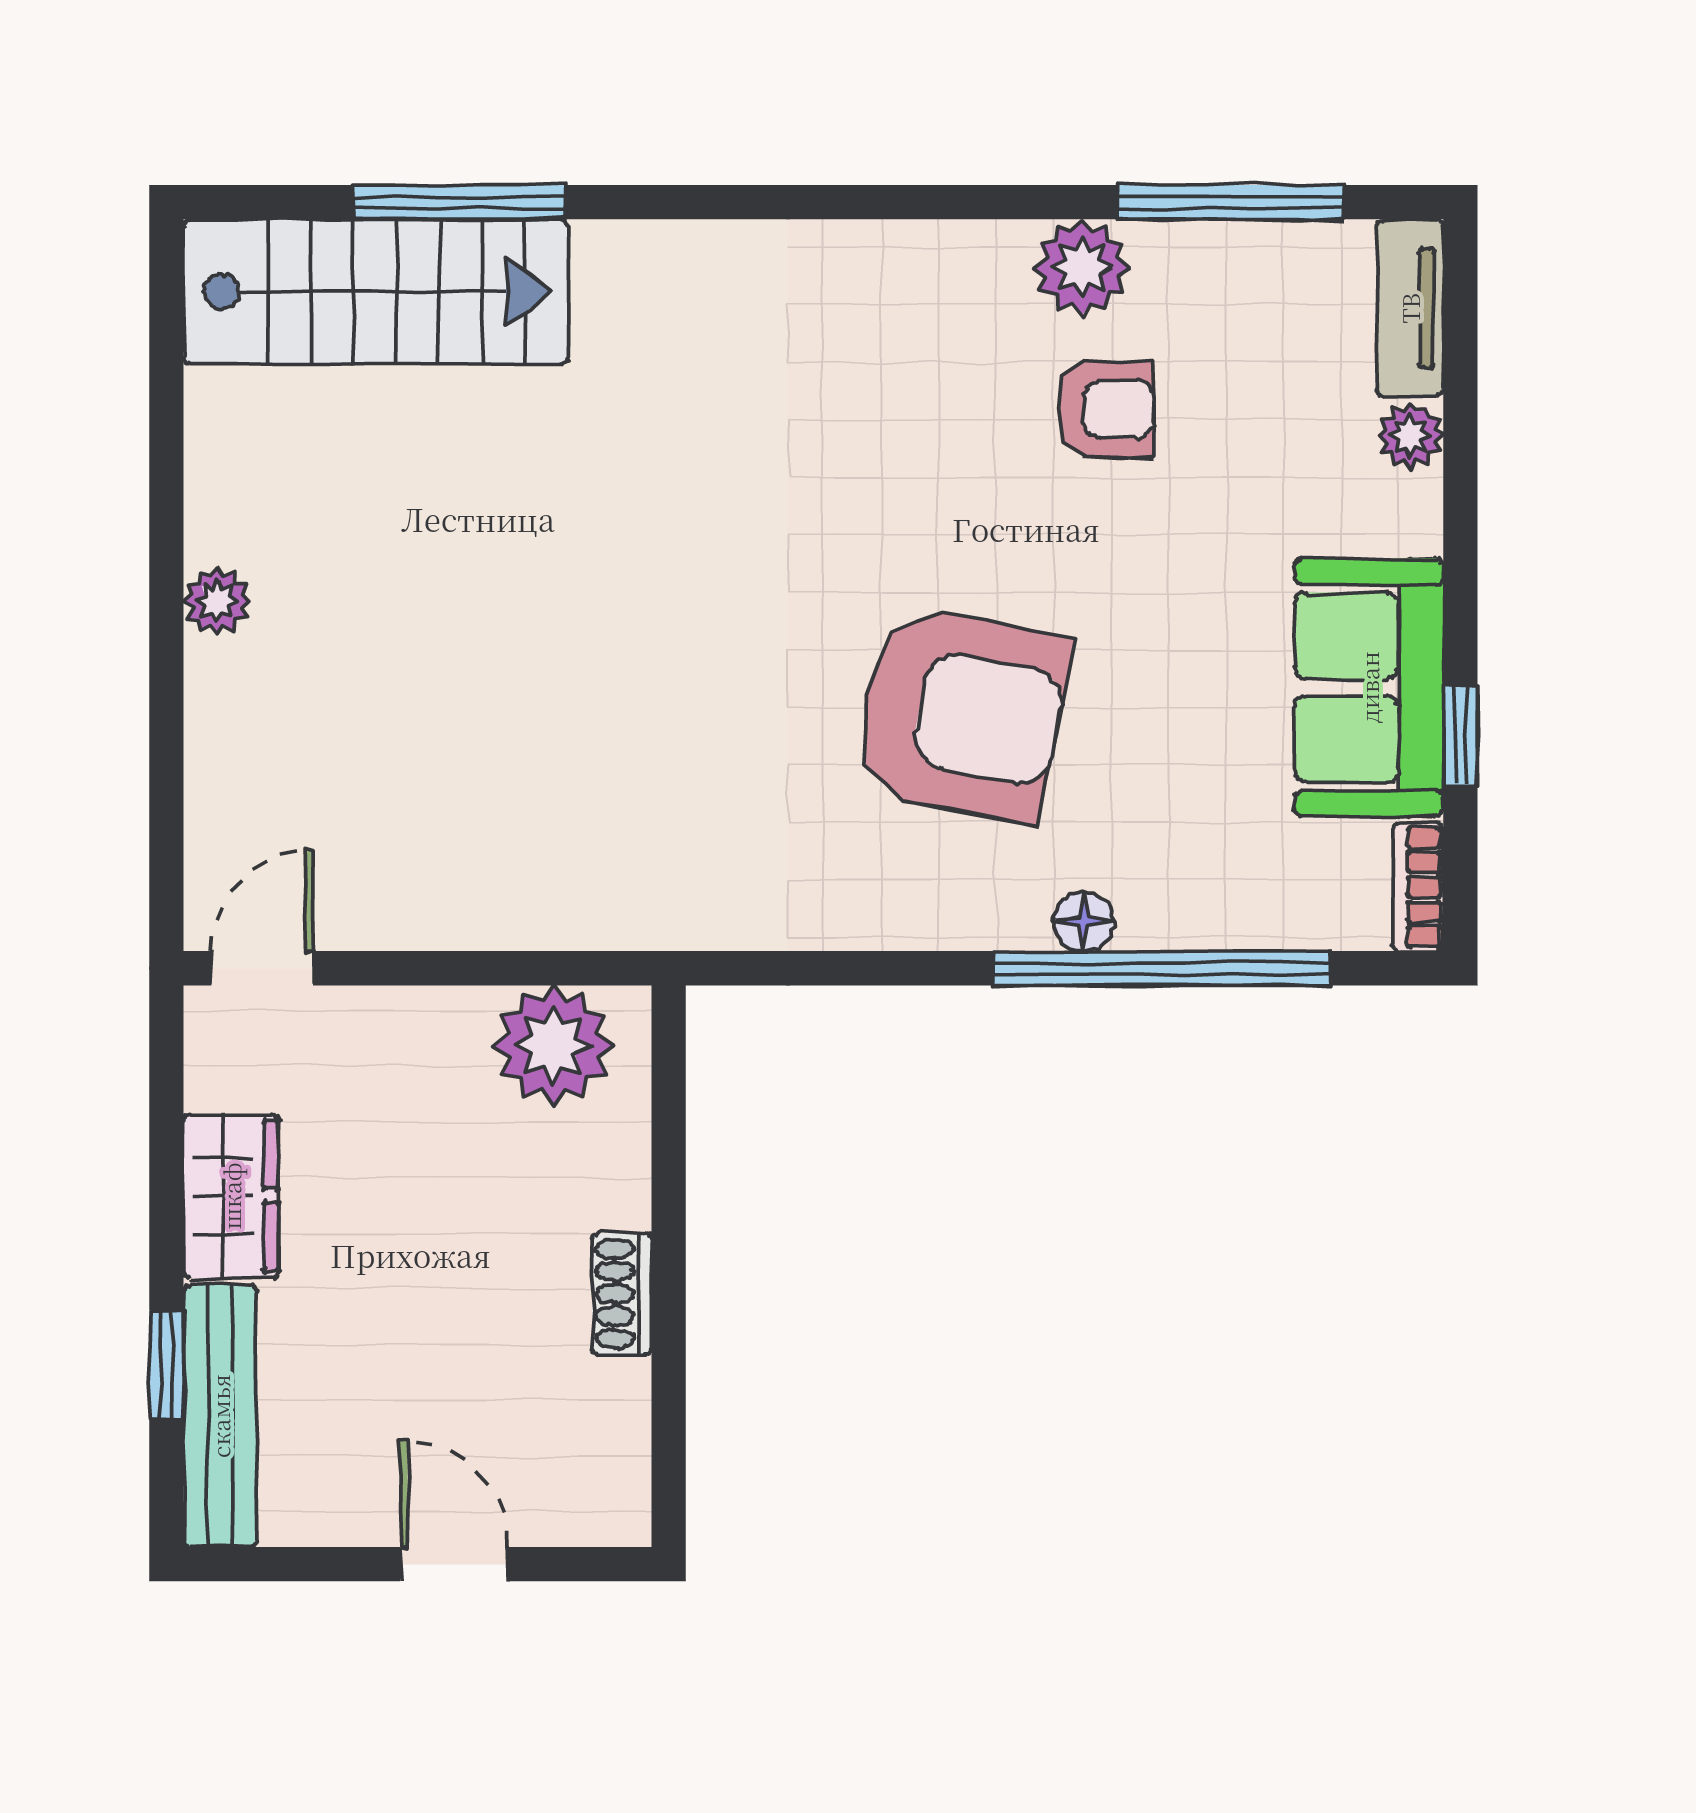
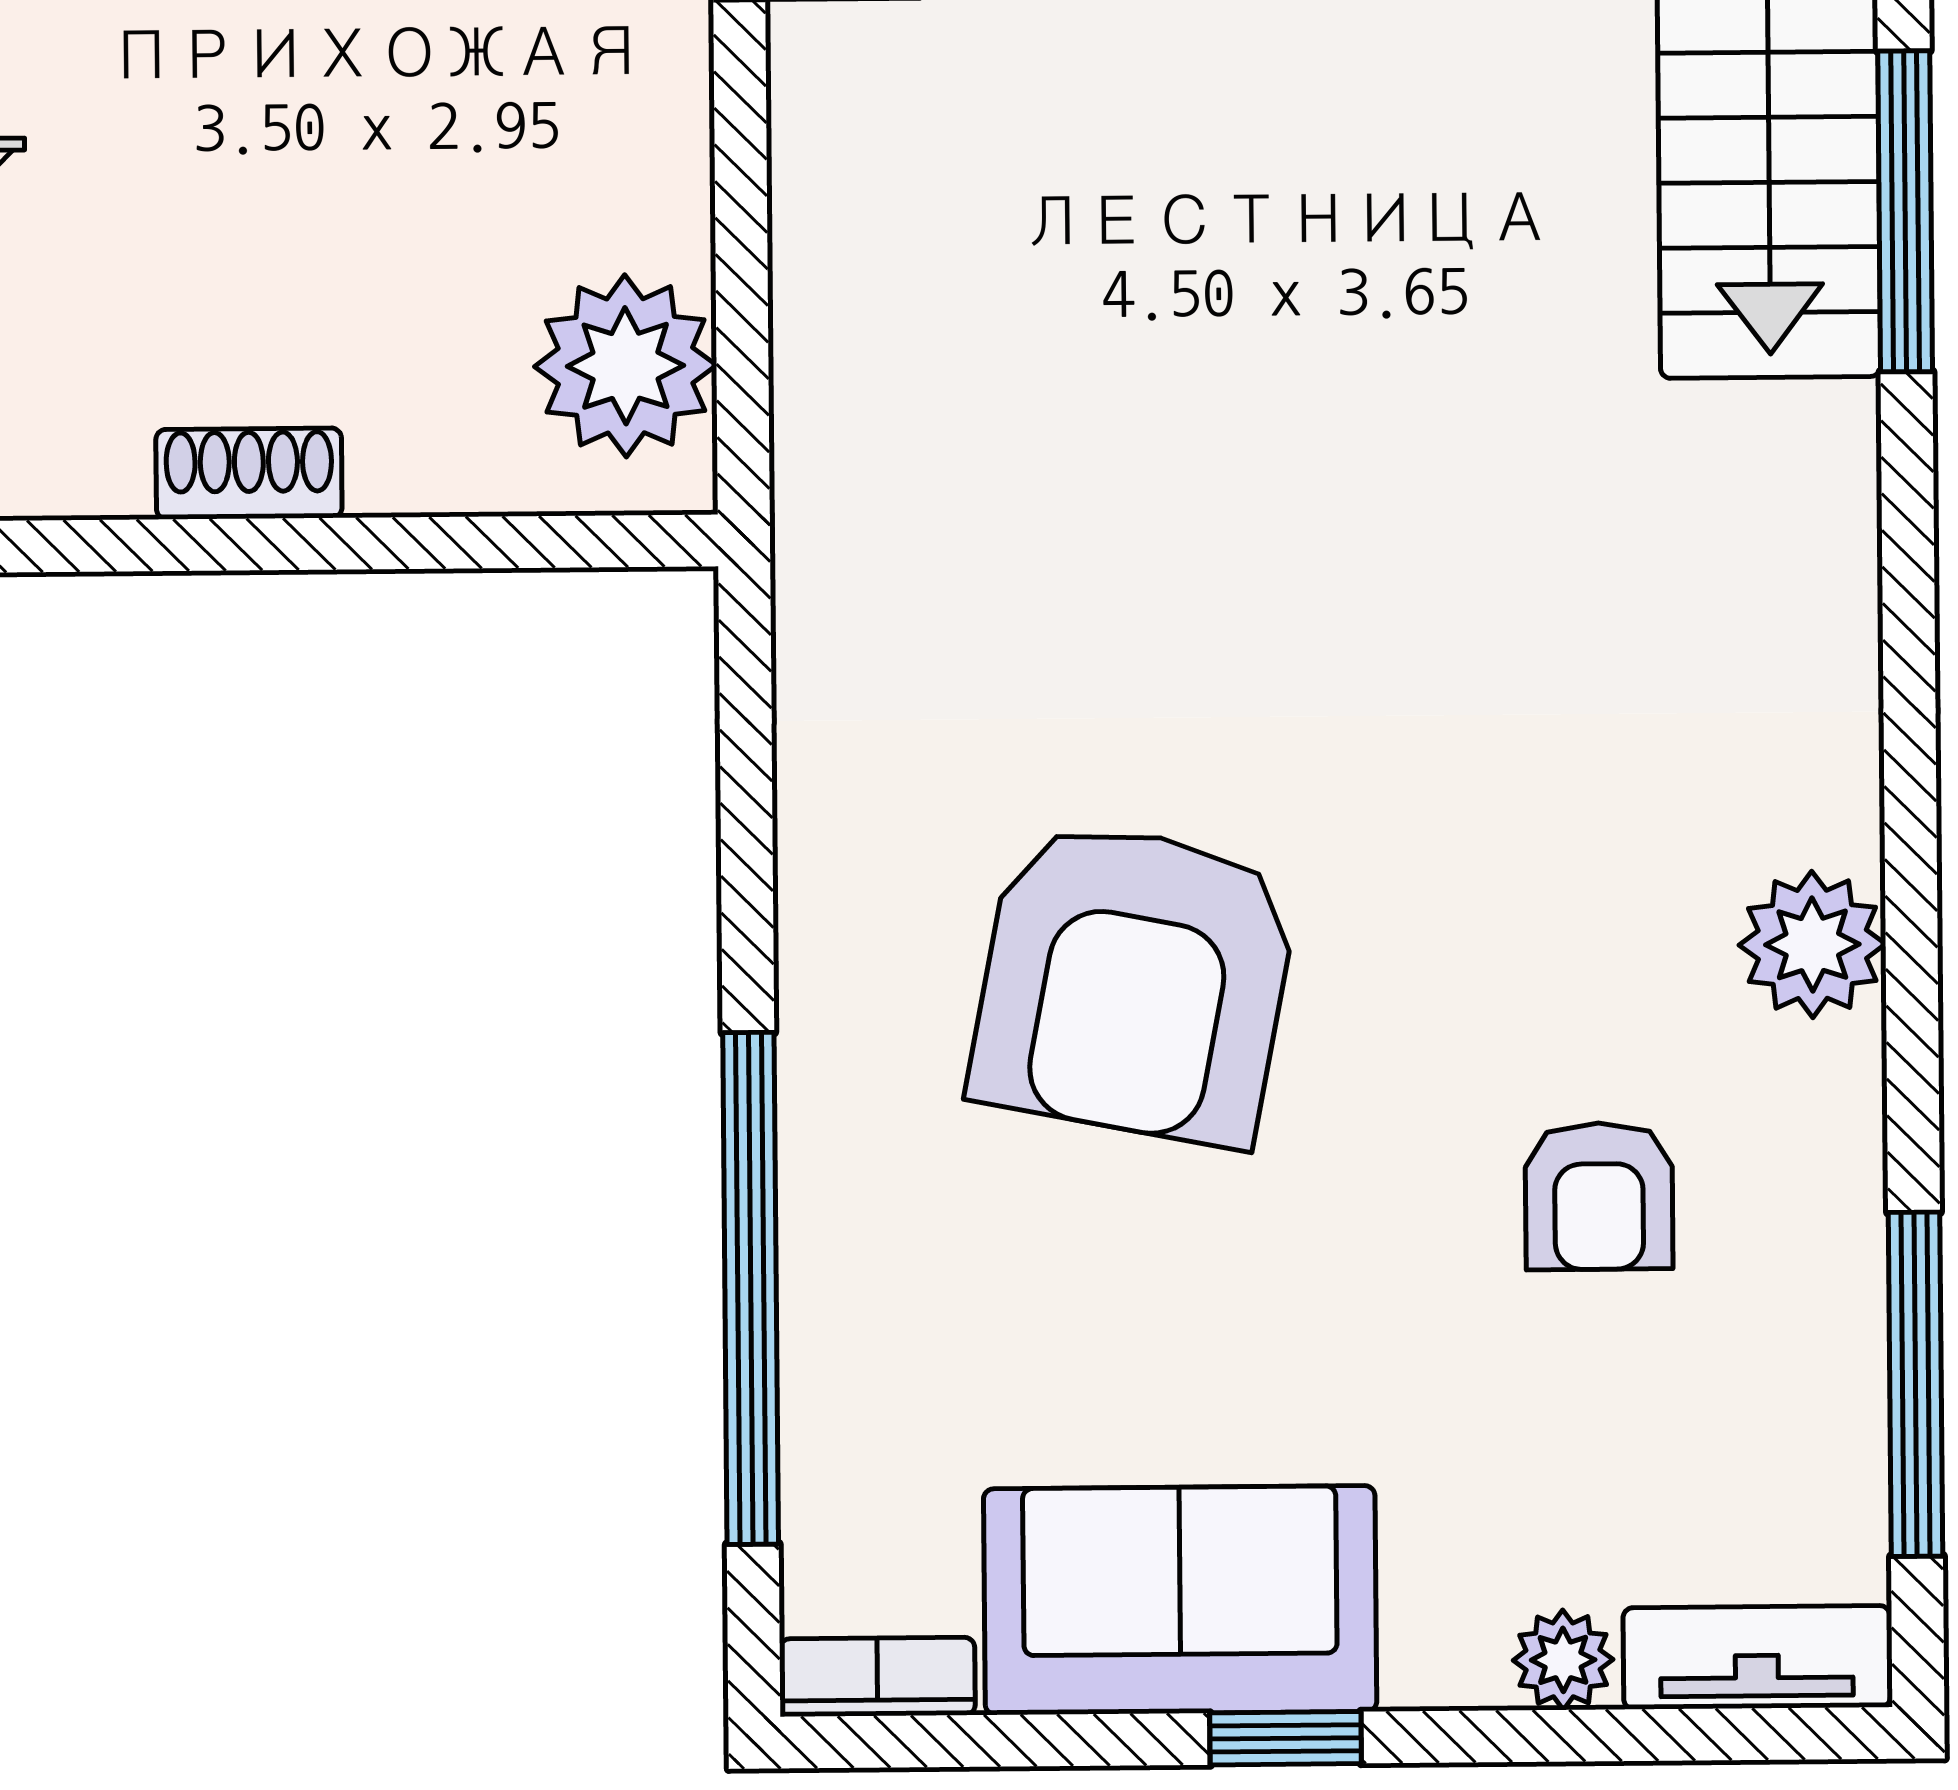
plant: (1082, 267) -> (1812, 944), moved
window: (1460, 735) -> (1286, 1738), moved
floor lamp: (1084, 922) -> (821, 1170), removed

